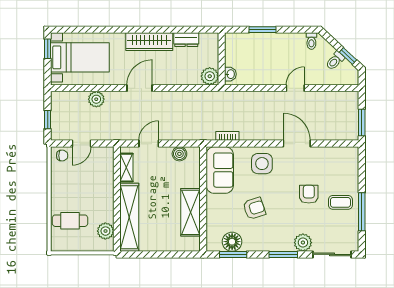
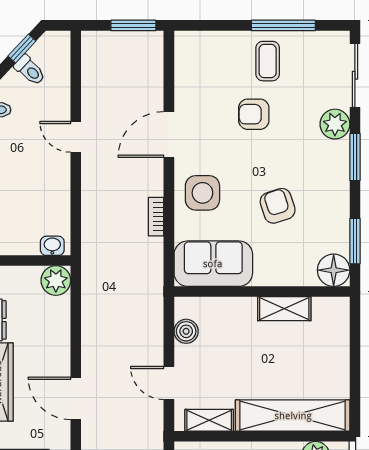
bookcase: (227, 136) -> (156, 217), moved
shelving: (190, 212) -> (284, 309), width x0.67, depth x0.75
floor lamp: (232, 242) -> (334, 270), moved

